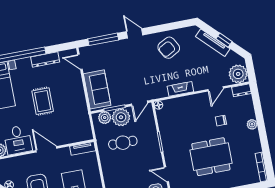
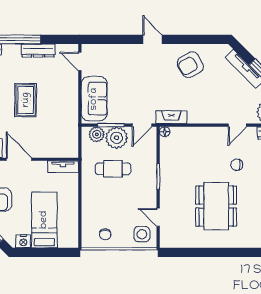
window: (103, 39) -> (113, 39), removed
fireplace: (180, 89) -> (171, 117), moved
dining table: (211, 157) -> (216, 206), turned 90

